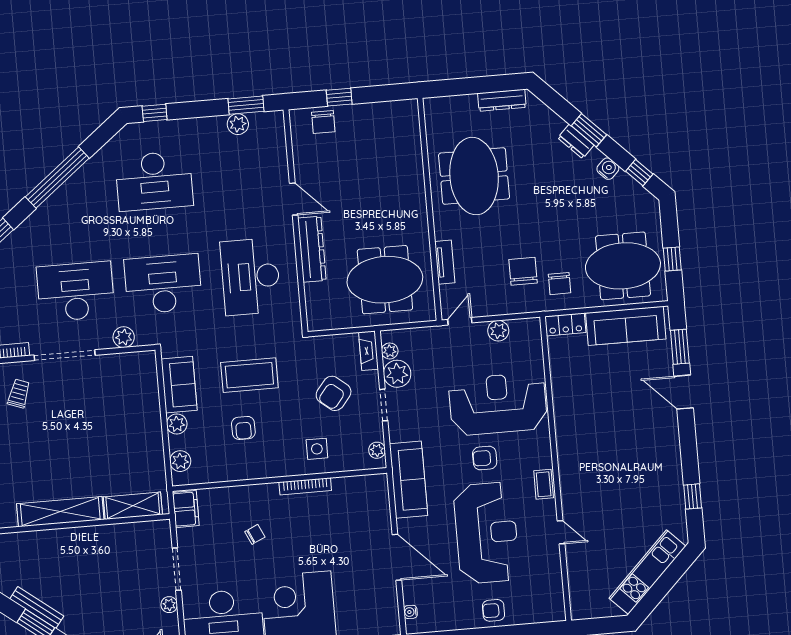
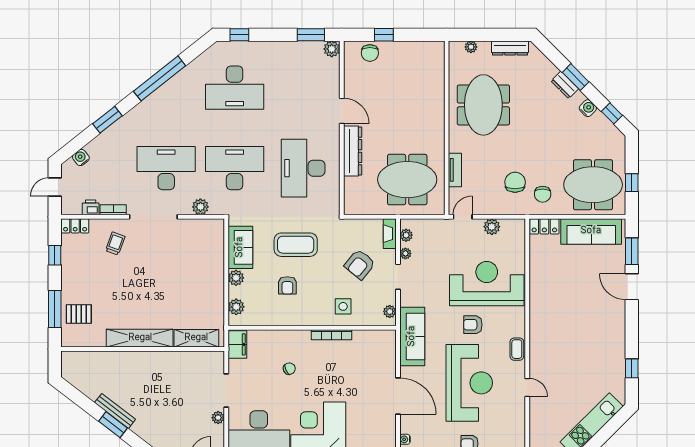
plant: (452, 103) -> (471, 47), added
plant: (238, 124) -> (332, 49), moved
plant: (397, 374) -> (405, 253), width x0.53, depth x0.53

